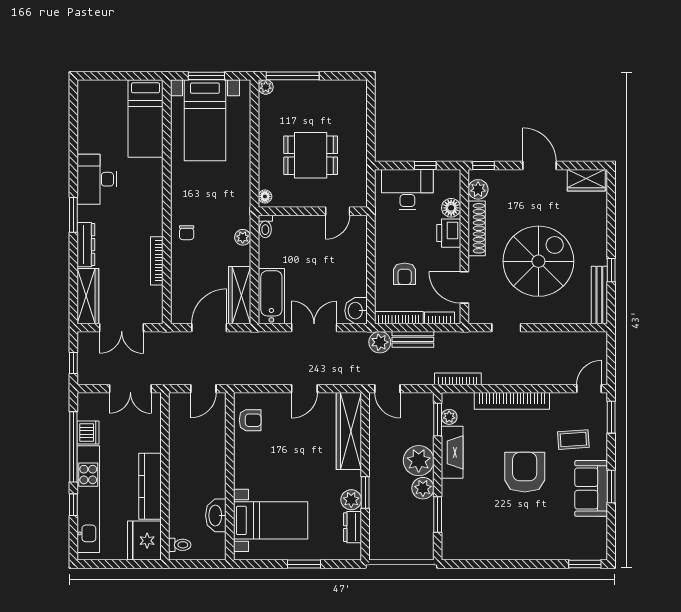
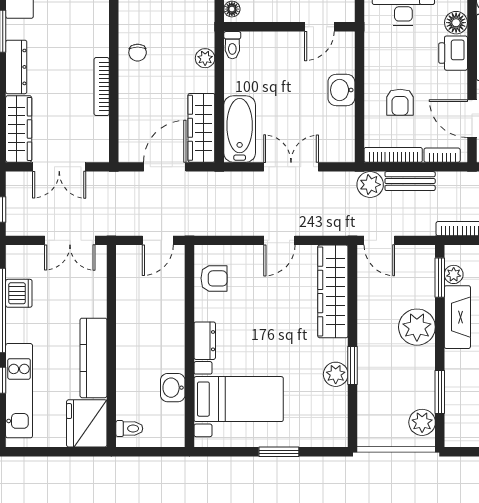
washbasin: (356, 311) -> (341, 90), moved
plant: (423, 488) -> (422, 422), moved
kitchen unit: (88, 499) -> (19, 391), width x0.73
washbasin: (216, 515) -> (173, 388), width x0.72
dresser: (353, 527) -> (205, 341), moved, turned 180

